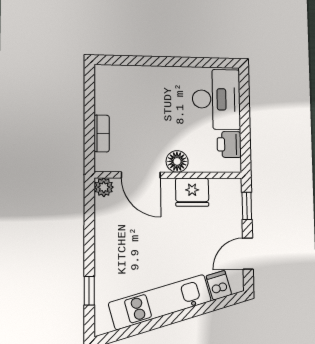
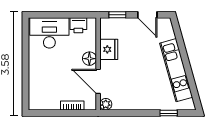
door: (141, 175) -> (98, 81), swing flipped
dishwasher: (219, 285) -> (167, 33), removed

